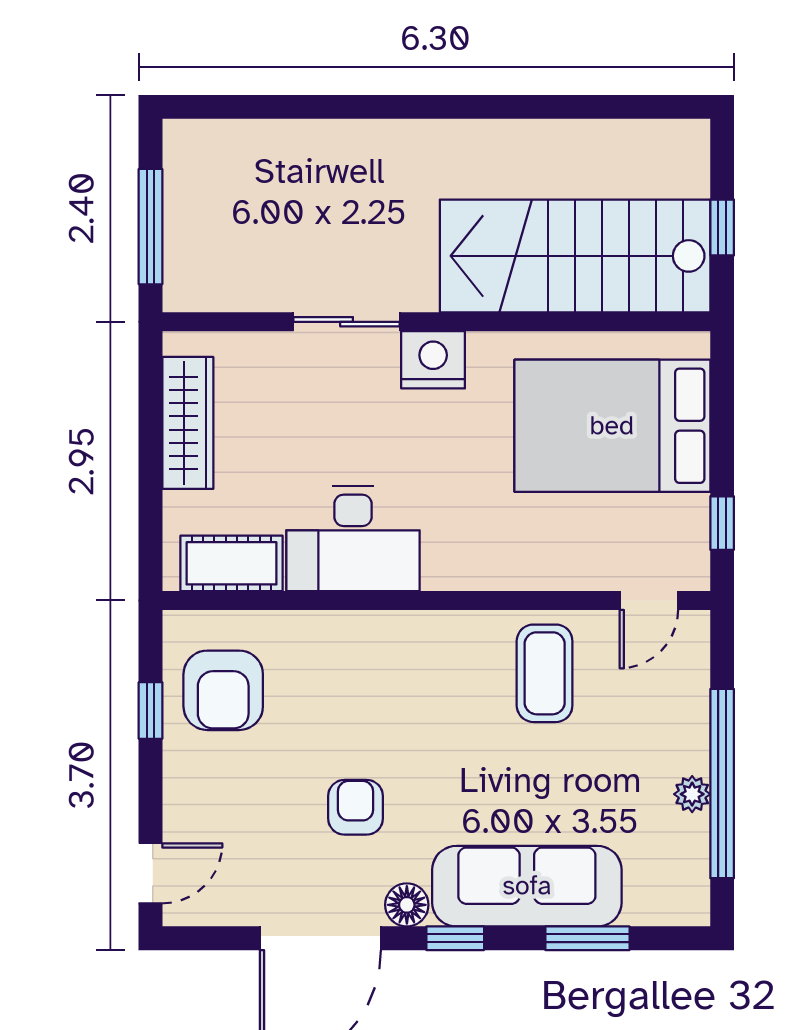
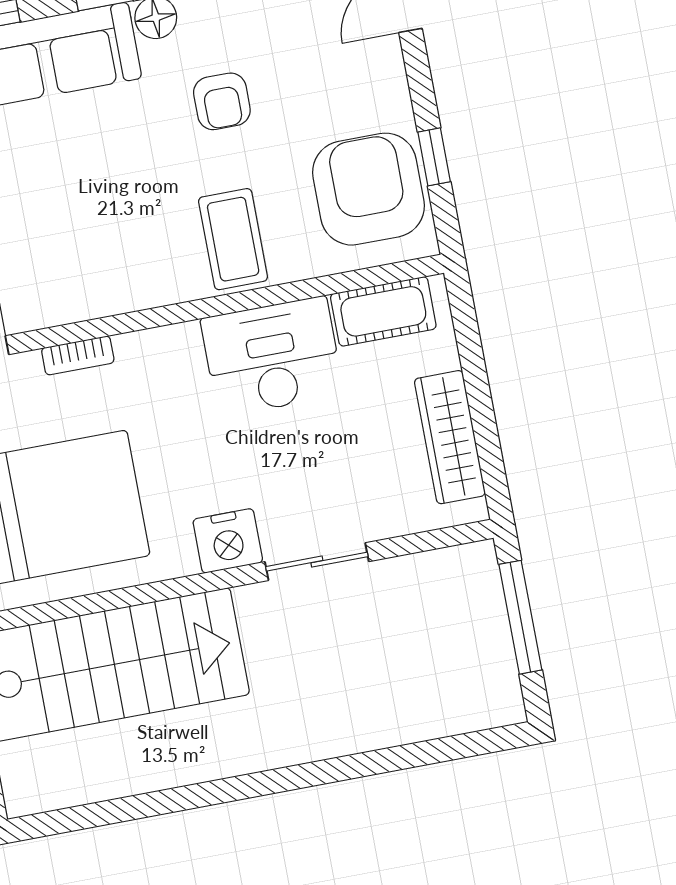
bookcase: (550, 577) -> (78, 355), added
coffee table: (545, 673) -> (233, 239), moved
armchair: (223, 690) -> (369, 189), width x1.36, depth x1.36

